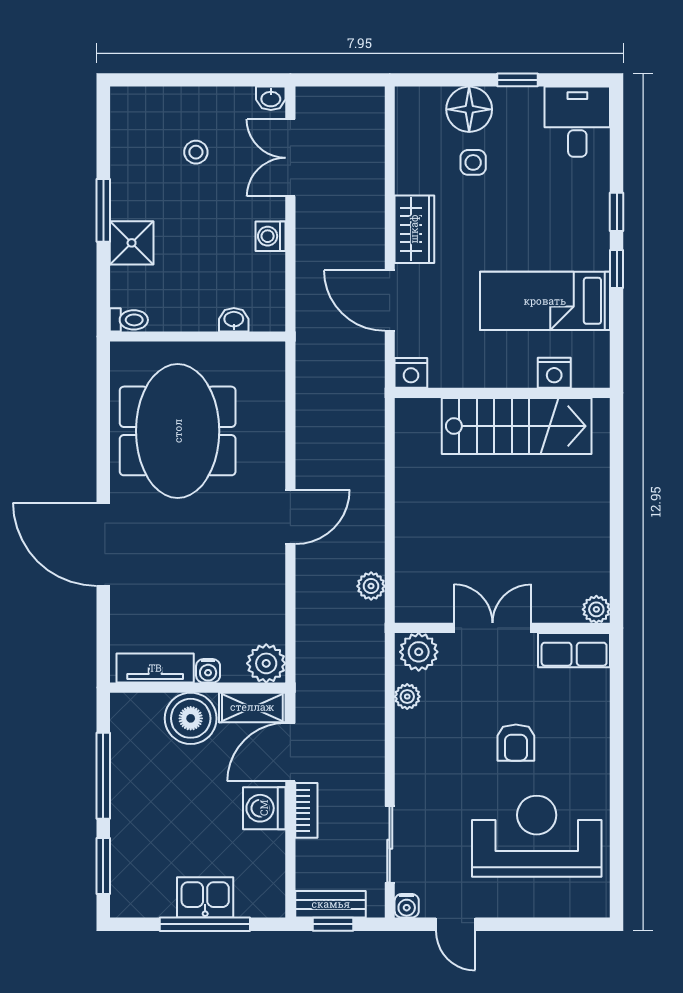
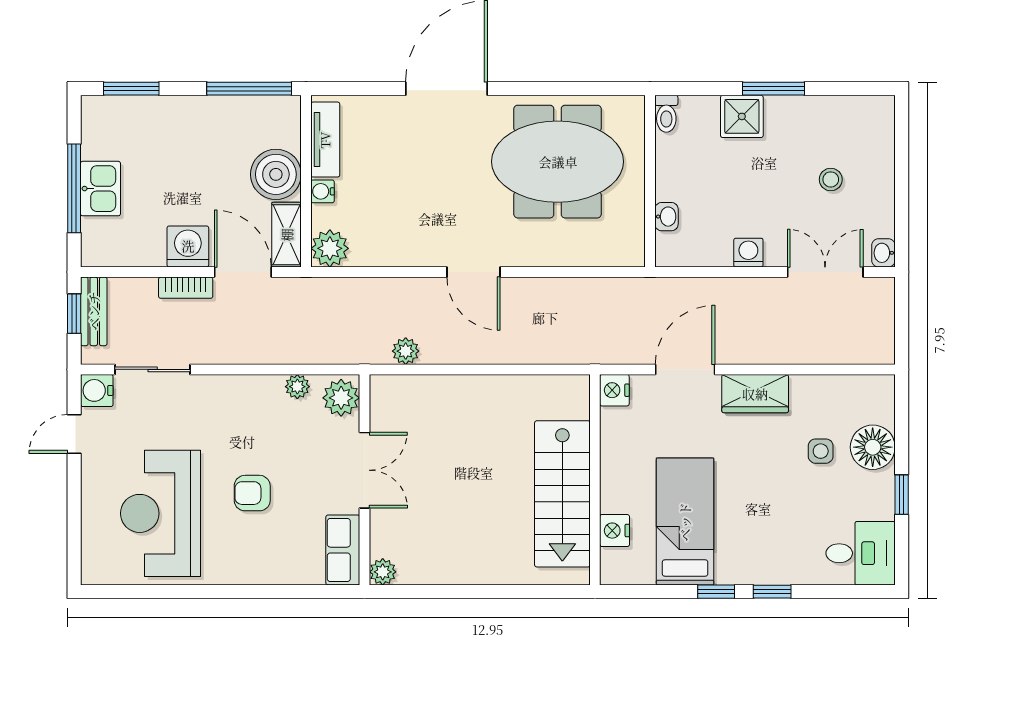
window: (103, 776) -> (249, 89), moved
reception desk: (537, 836) -> (160, 513), turned 180
water cooler: (407, 906) -> (97, 390), width x1.38, depth x1.38

